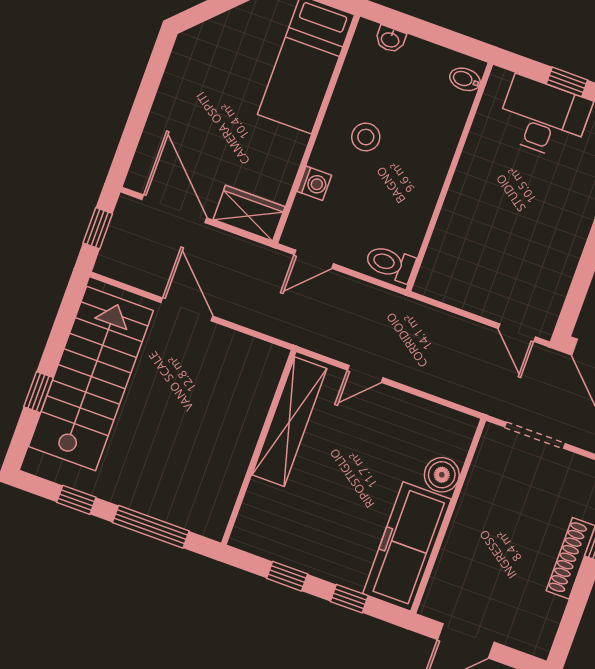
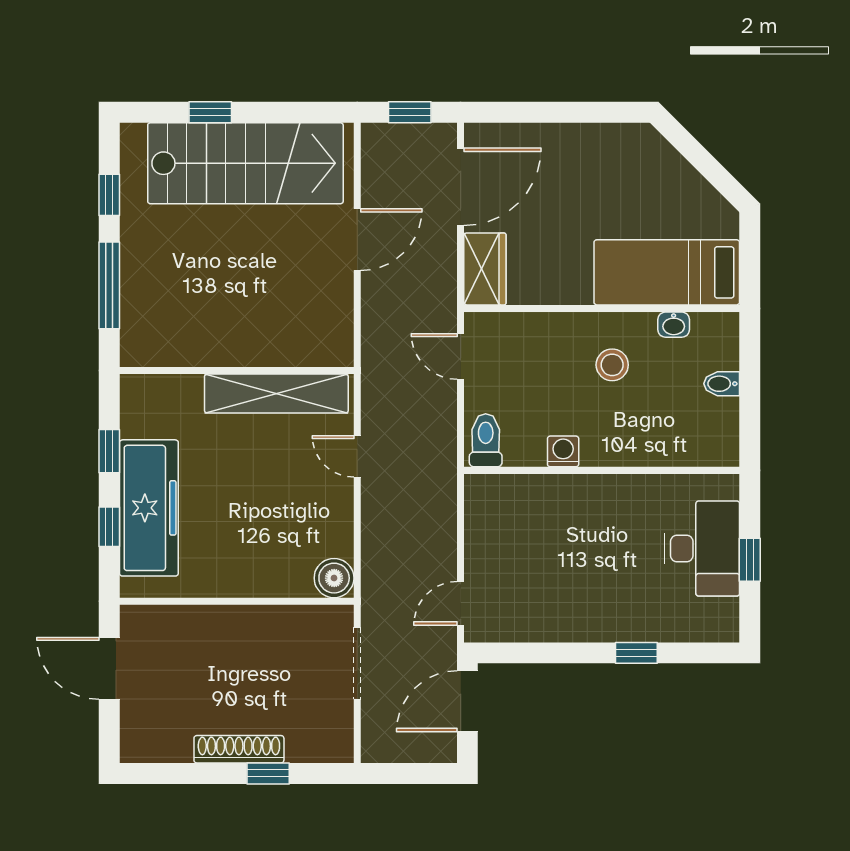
washbasin: (390, 39) -> (674, 325), moved, turned -90
bidet: (465, 79) -> (722, 384), moved, turned -90
washing machine: (314, 183) -> (563, 451), moved, turned 180
boiler: (442, 475) -> (334, 578), moved
freezer: (407, 547) -> (149, 508), moved, turned 90

